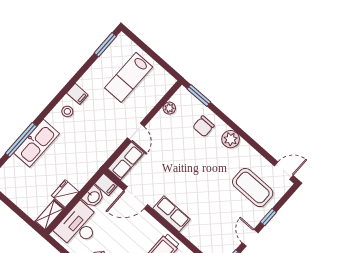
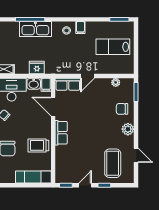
door: (284, 171) -> (136, 155), moved
fridge: (65, 194) -> (37, 68), moved

